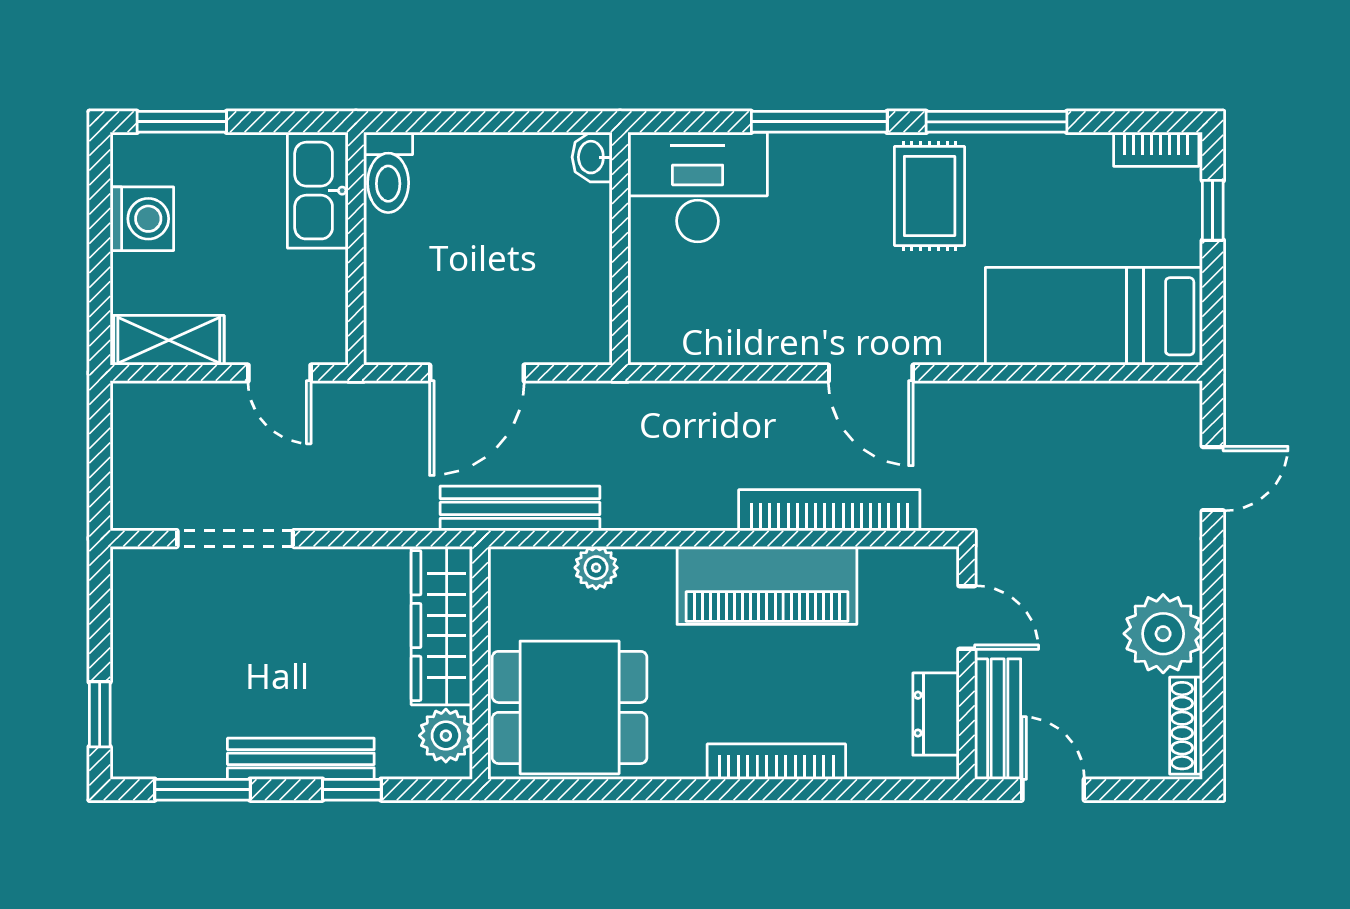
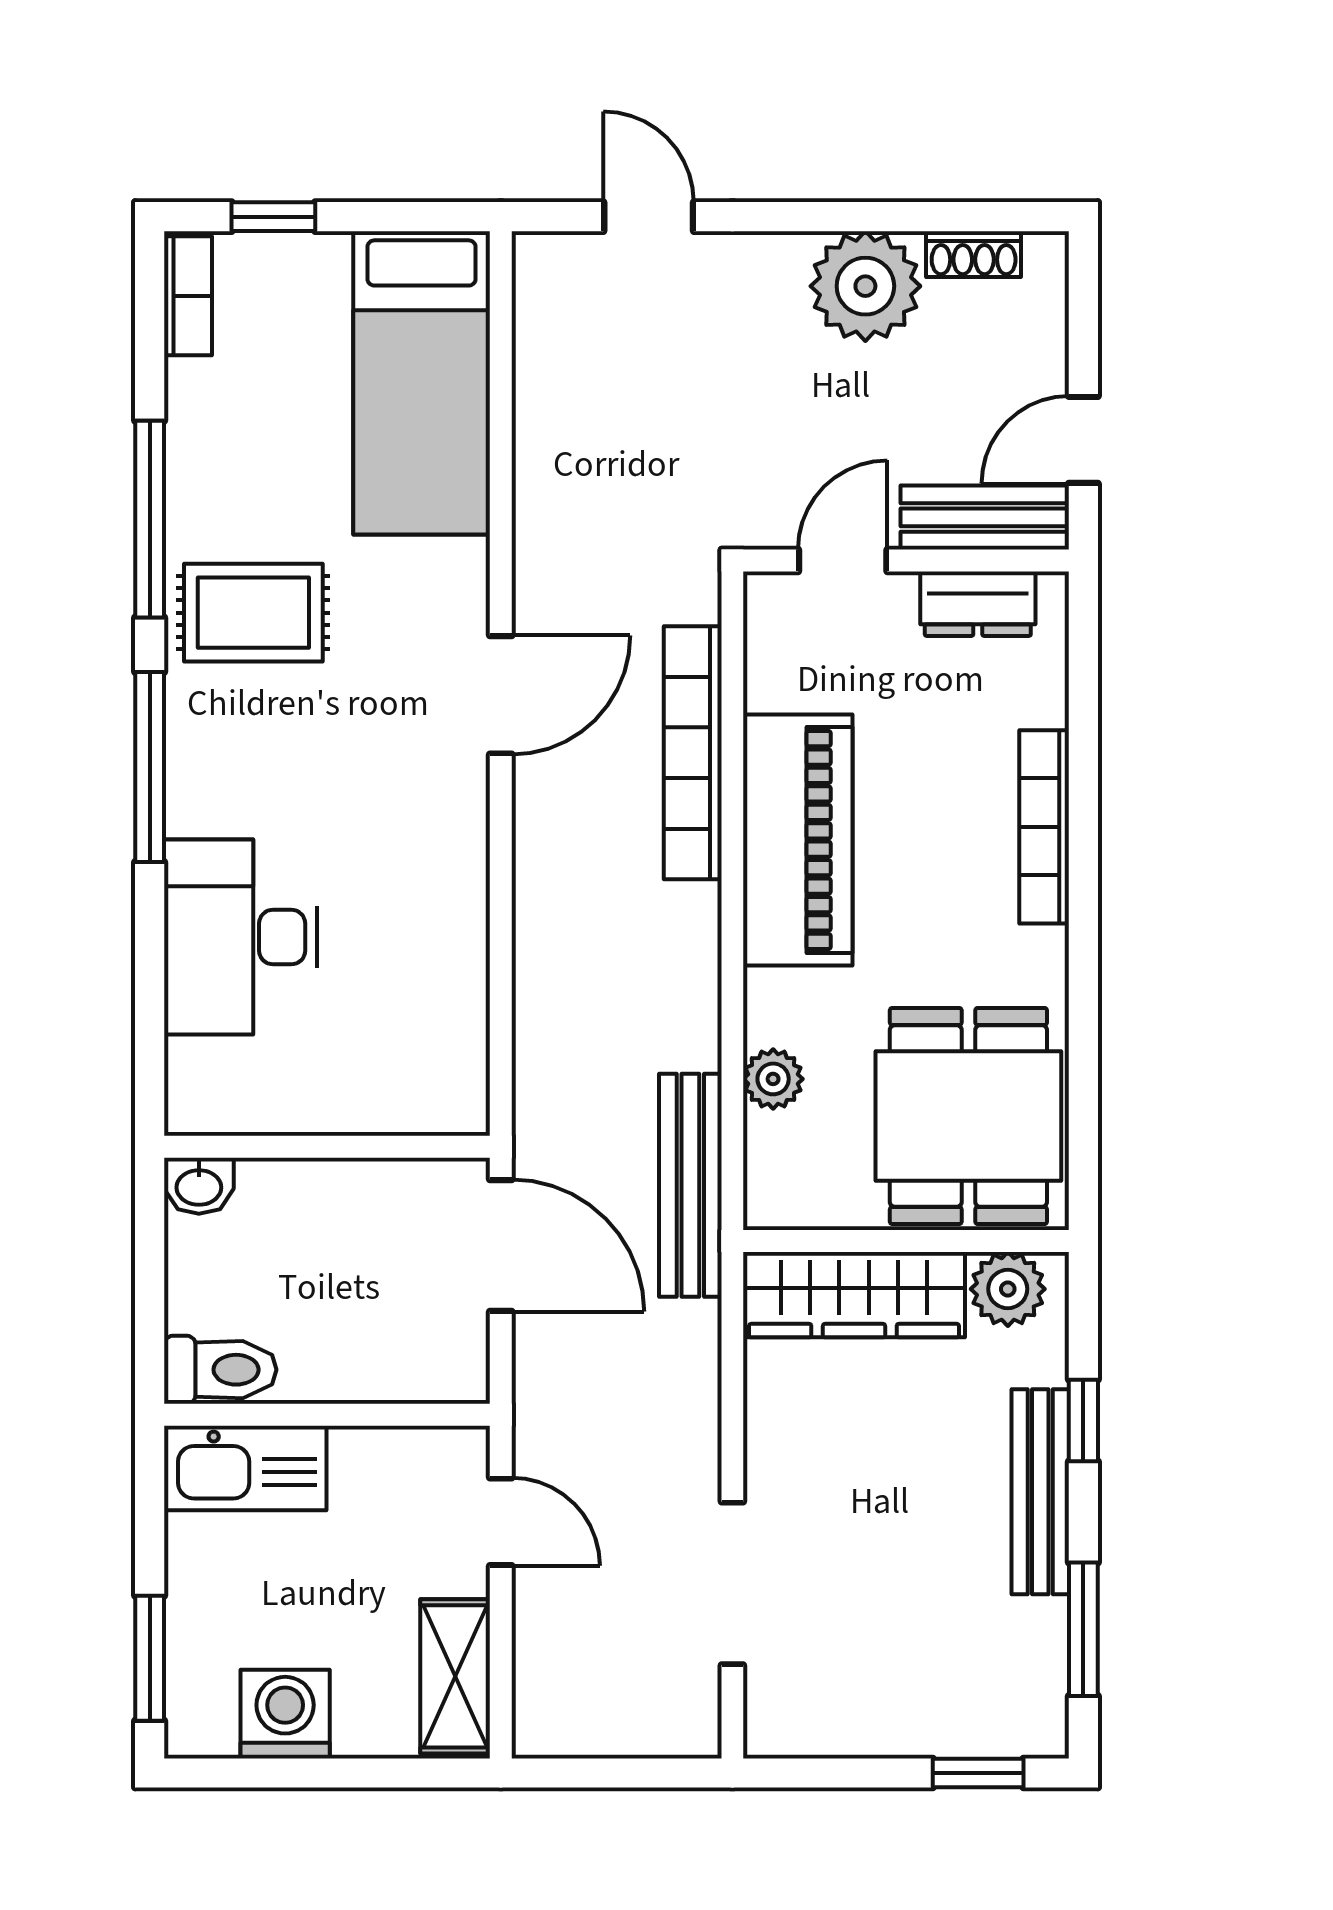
washbasin: (592, 157) -> (199, 1186), moved
wall: (620, 249) -> (327, 1147), moved
door: (279, 373) -> (501, 1522), hinge flipped
shoe rack: (1186, 726) -> (974, 254), width x0.70

